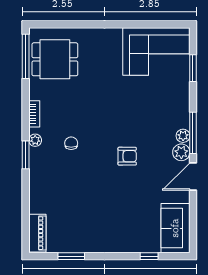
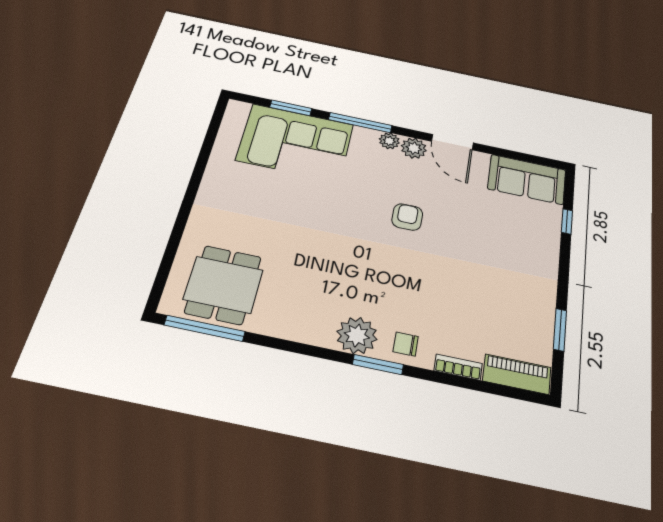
corner sofa: (156, 51) -> (295, 142), moved, turned 90
bookcase: (34, 114) -> (458, 367), moved
window: (193, 133) -> (360, 123), moved
plant: (35, 140) -> (357, 335), width x1.88, depth x1.88
chair: (71, 143) -> (406, 344), moved

